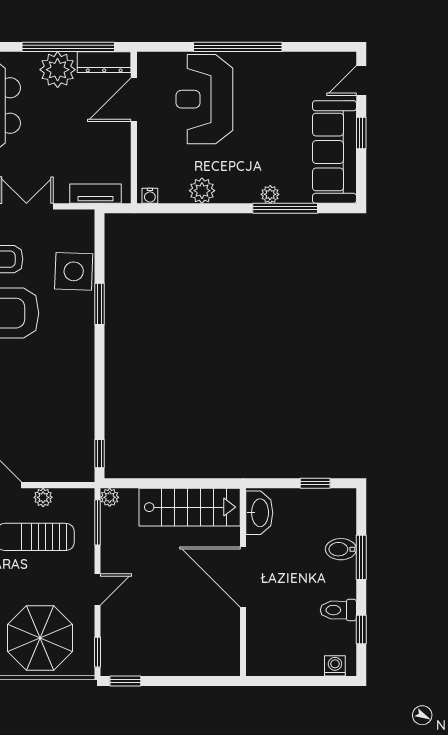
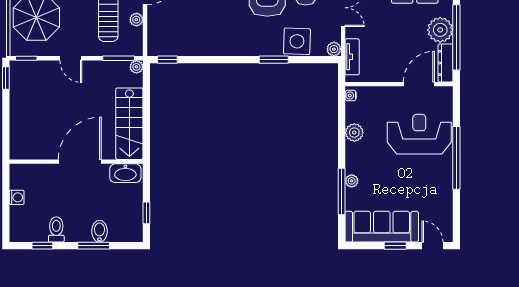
door: (134, 100) -> (419, 84), hinge flipped
plant: (85, 219) -> (334, 49), added
washing machine: (335, 666) -> (17, 197), moved

